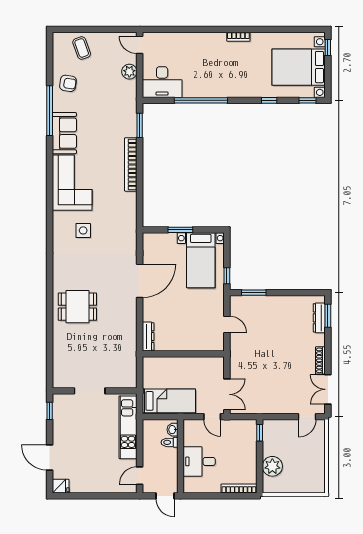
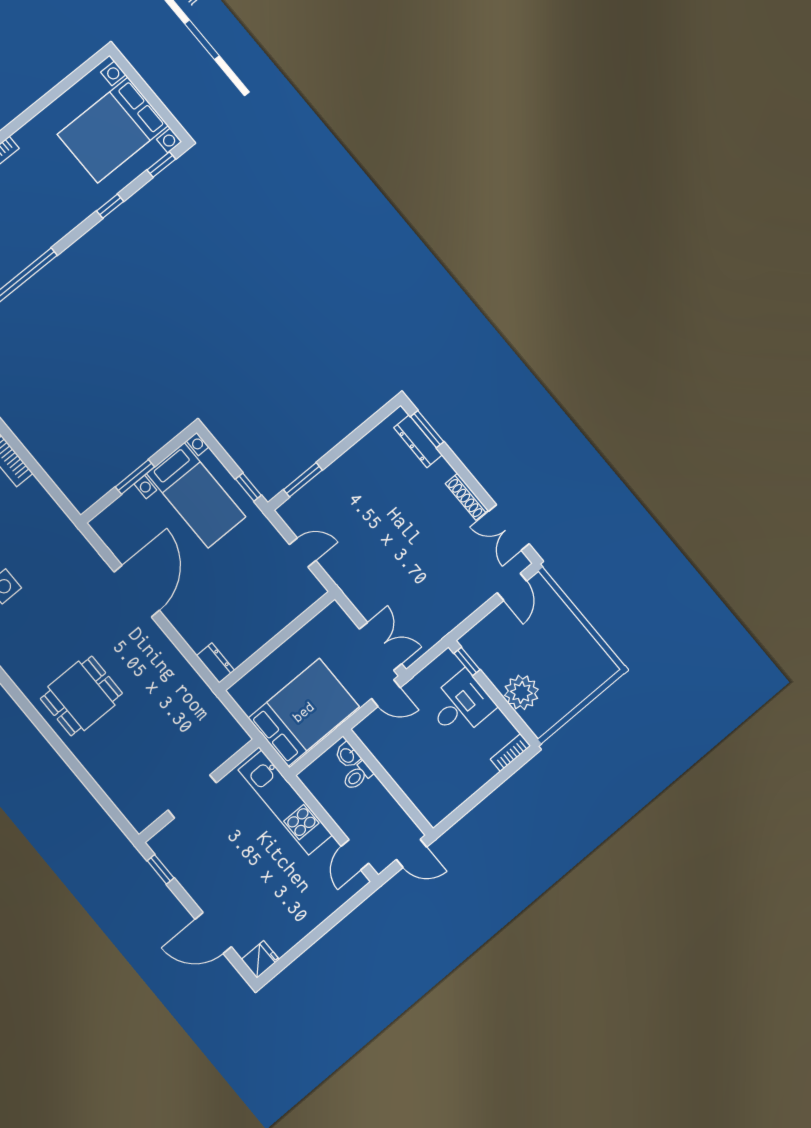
window: (328, 48) -> (130, 72), removed
dresser: (148, 337) -> (215, 663), width x0.70
bed: (169, 401) -> (304, 712), width x1.50
desk: (199, 461) -> (461, 705), moved, turned 180
bookcase: (239, 488) -> (510, 753), width x0.64

